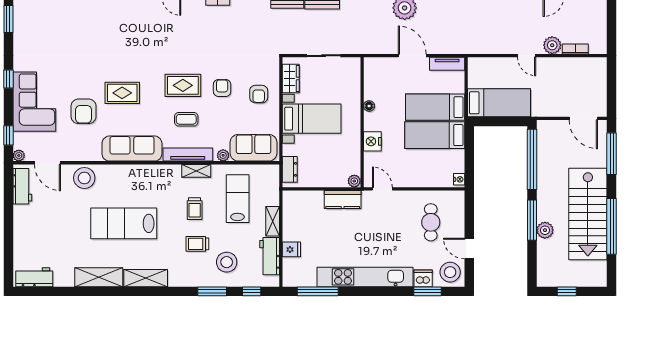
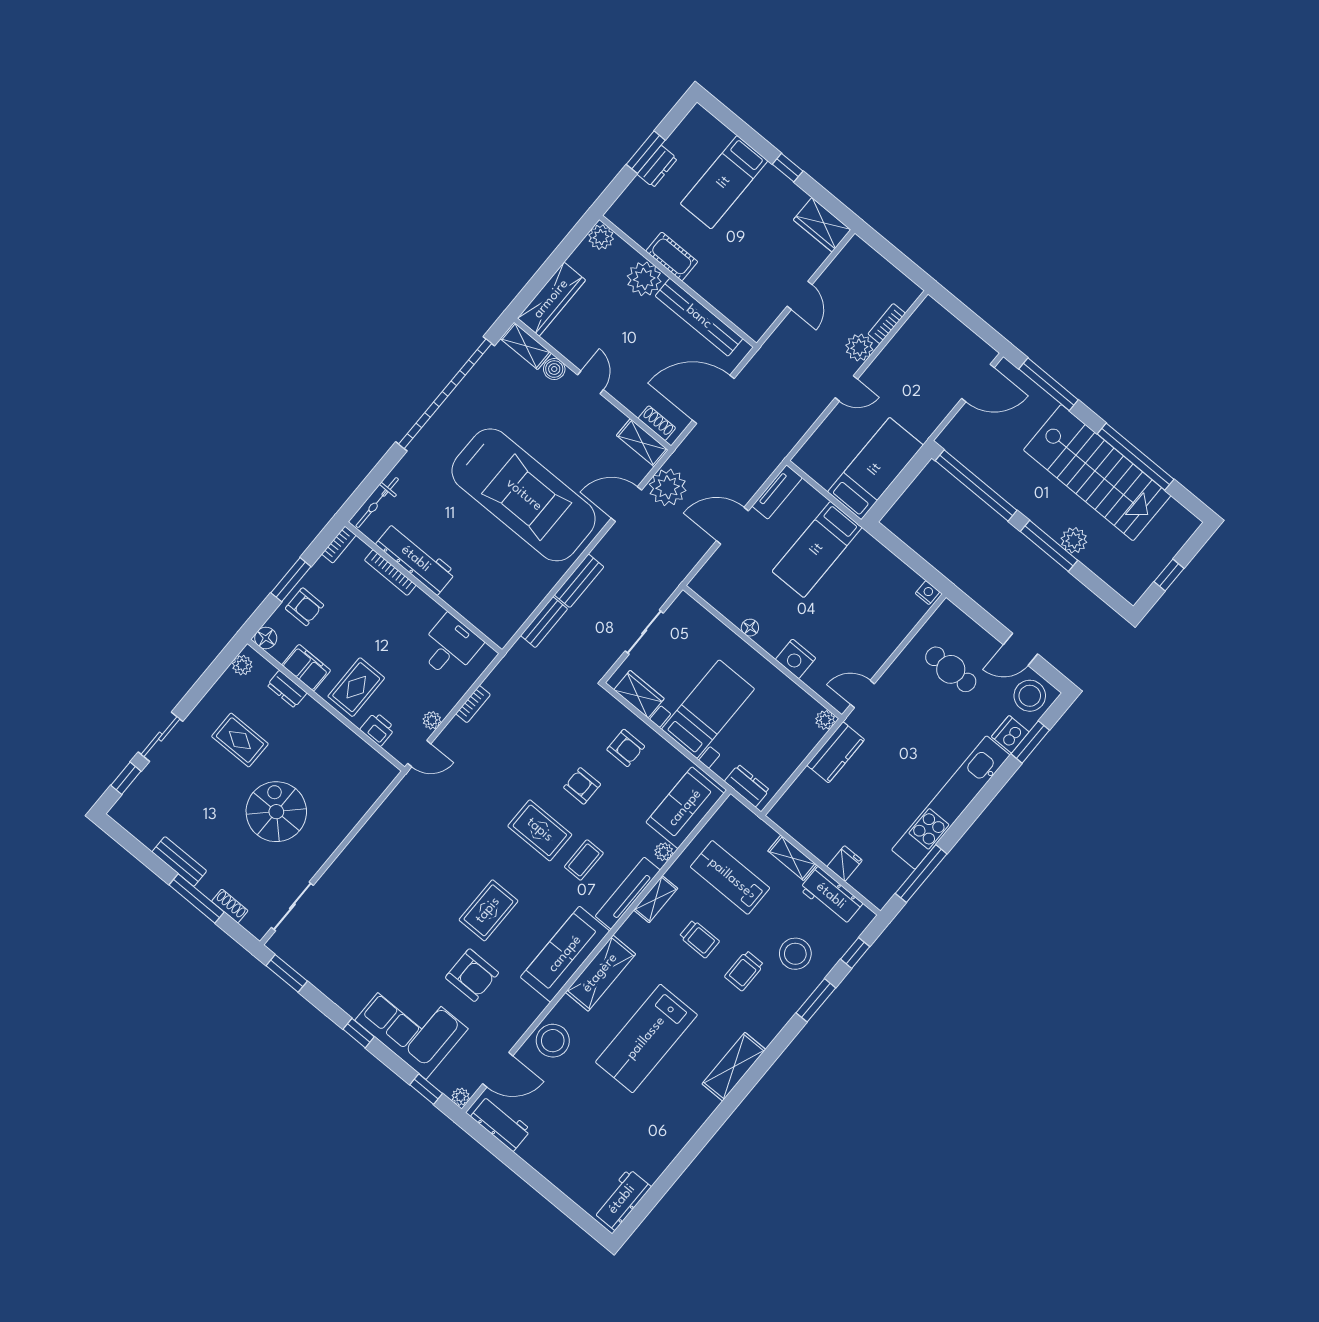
rug: (183, 85) -> (540, 830), turned 90
bed: (435, 135) -> (850, 578), removed
shelving: (99, 277) -> (600, 973), moved

